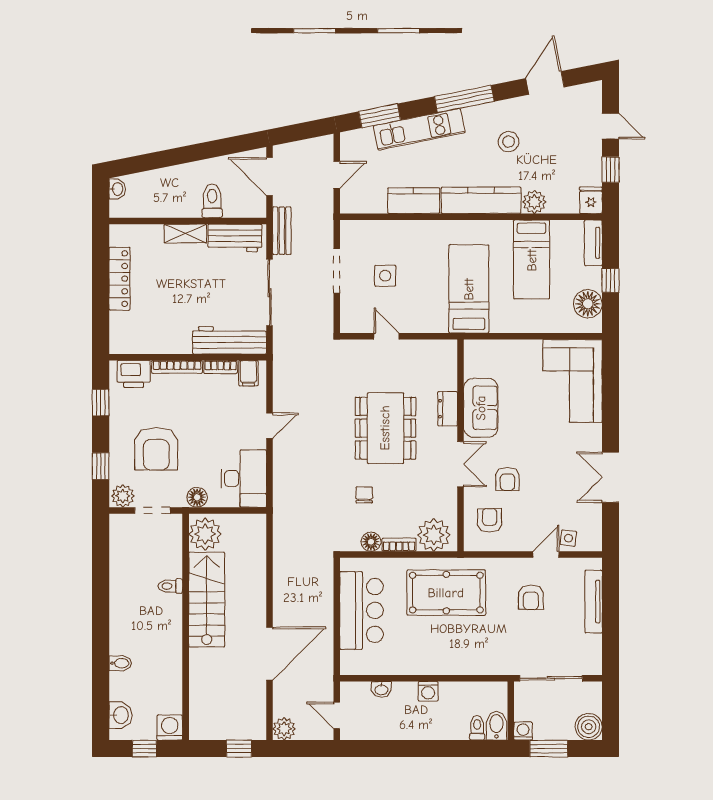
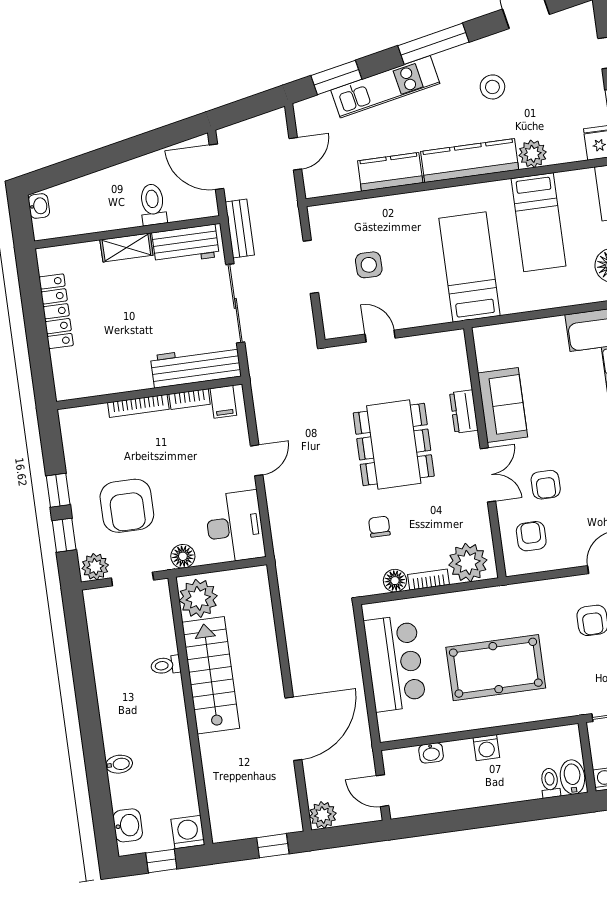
printer: (134, 374) -> (88, 421), removed
window: (101, 403) -> (58, 490), moved
pool table: (446, 593) -> (496, 668), moved

